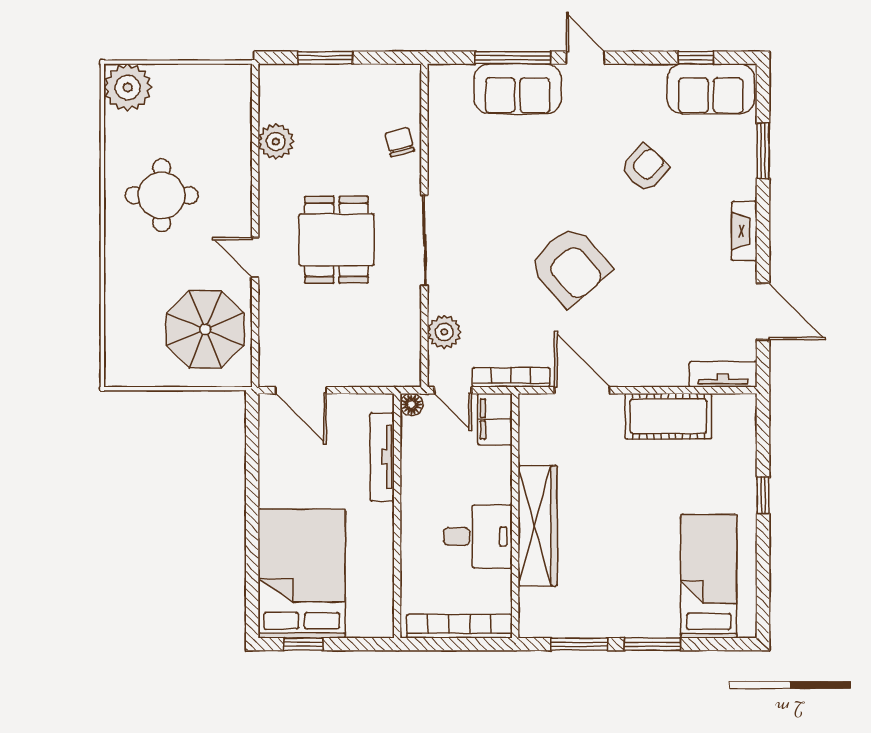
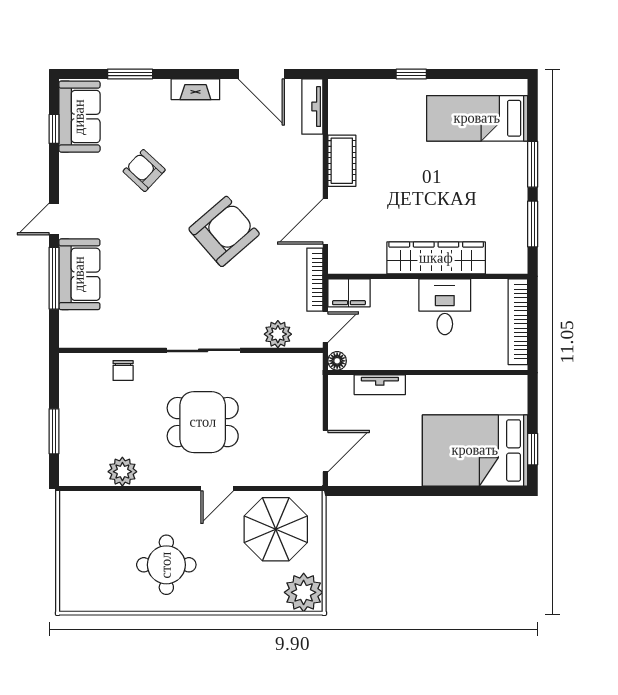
plant: (128, 87) -> (304, 592), moved
chair: (400, 142) -> (123, 371), turned -75
door: (763, 312) -> (261, 74), swing flipped
cot: (668, 416) -> (342, 161), width x0.73, depth x0.75
tv unit: (382, 457) -> (380, 385), width x0.71

